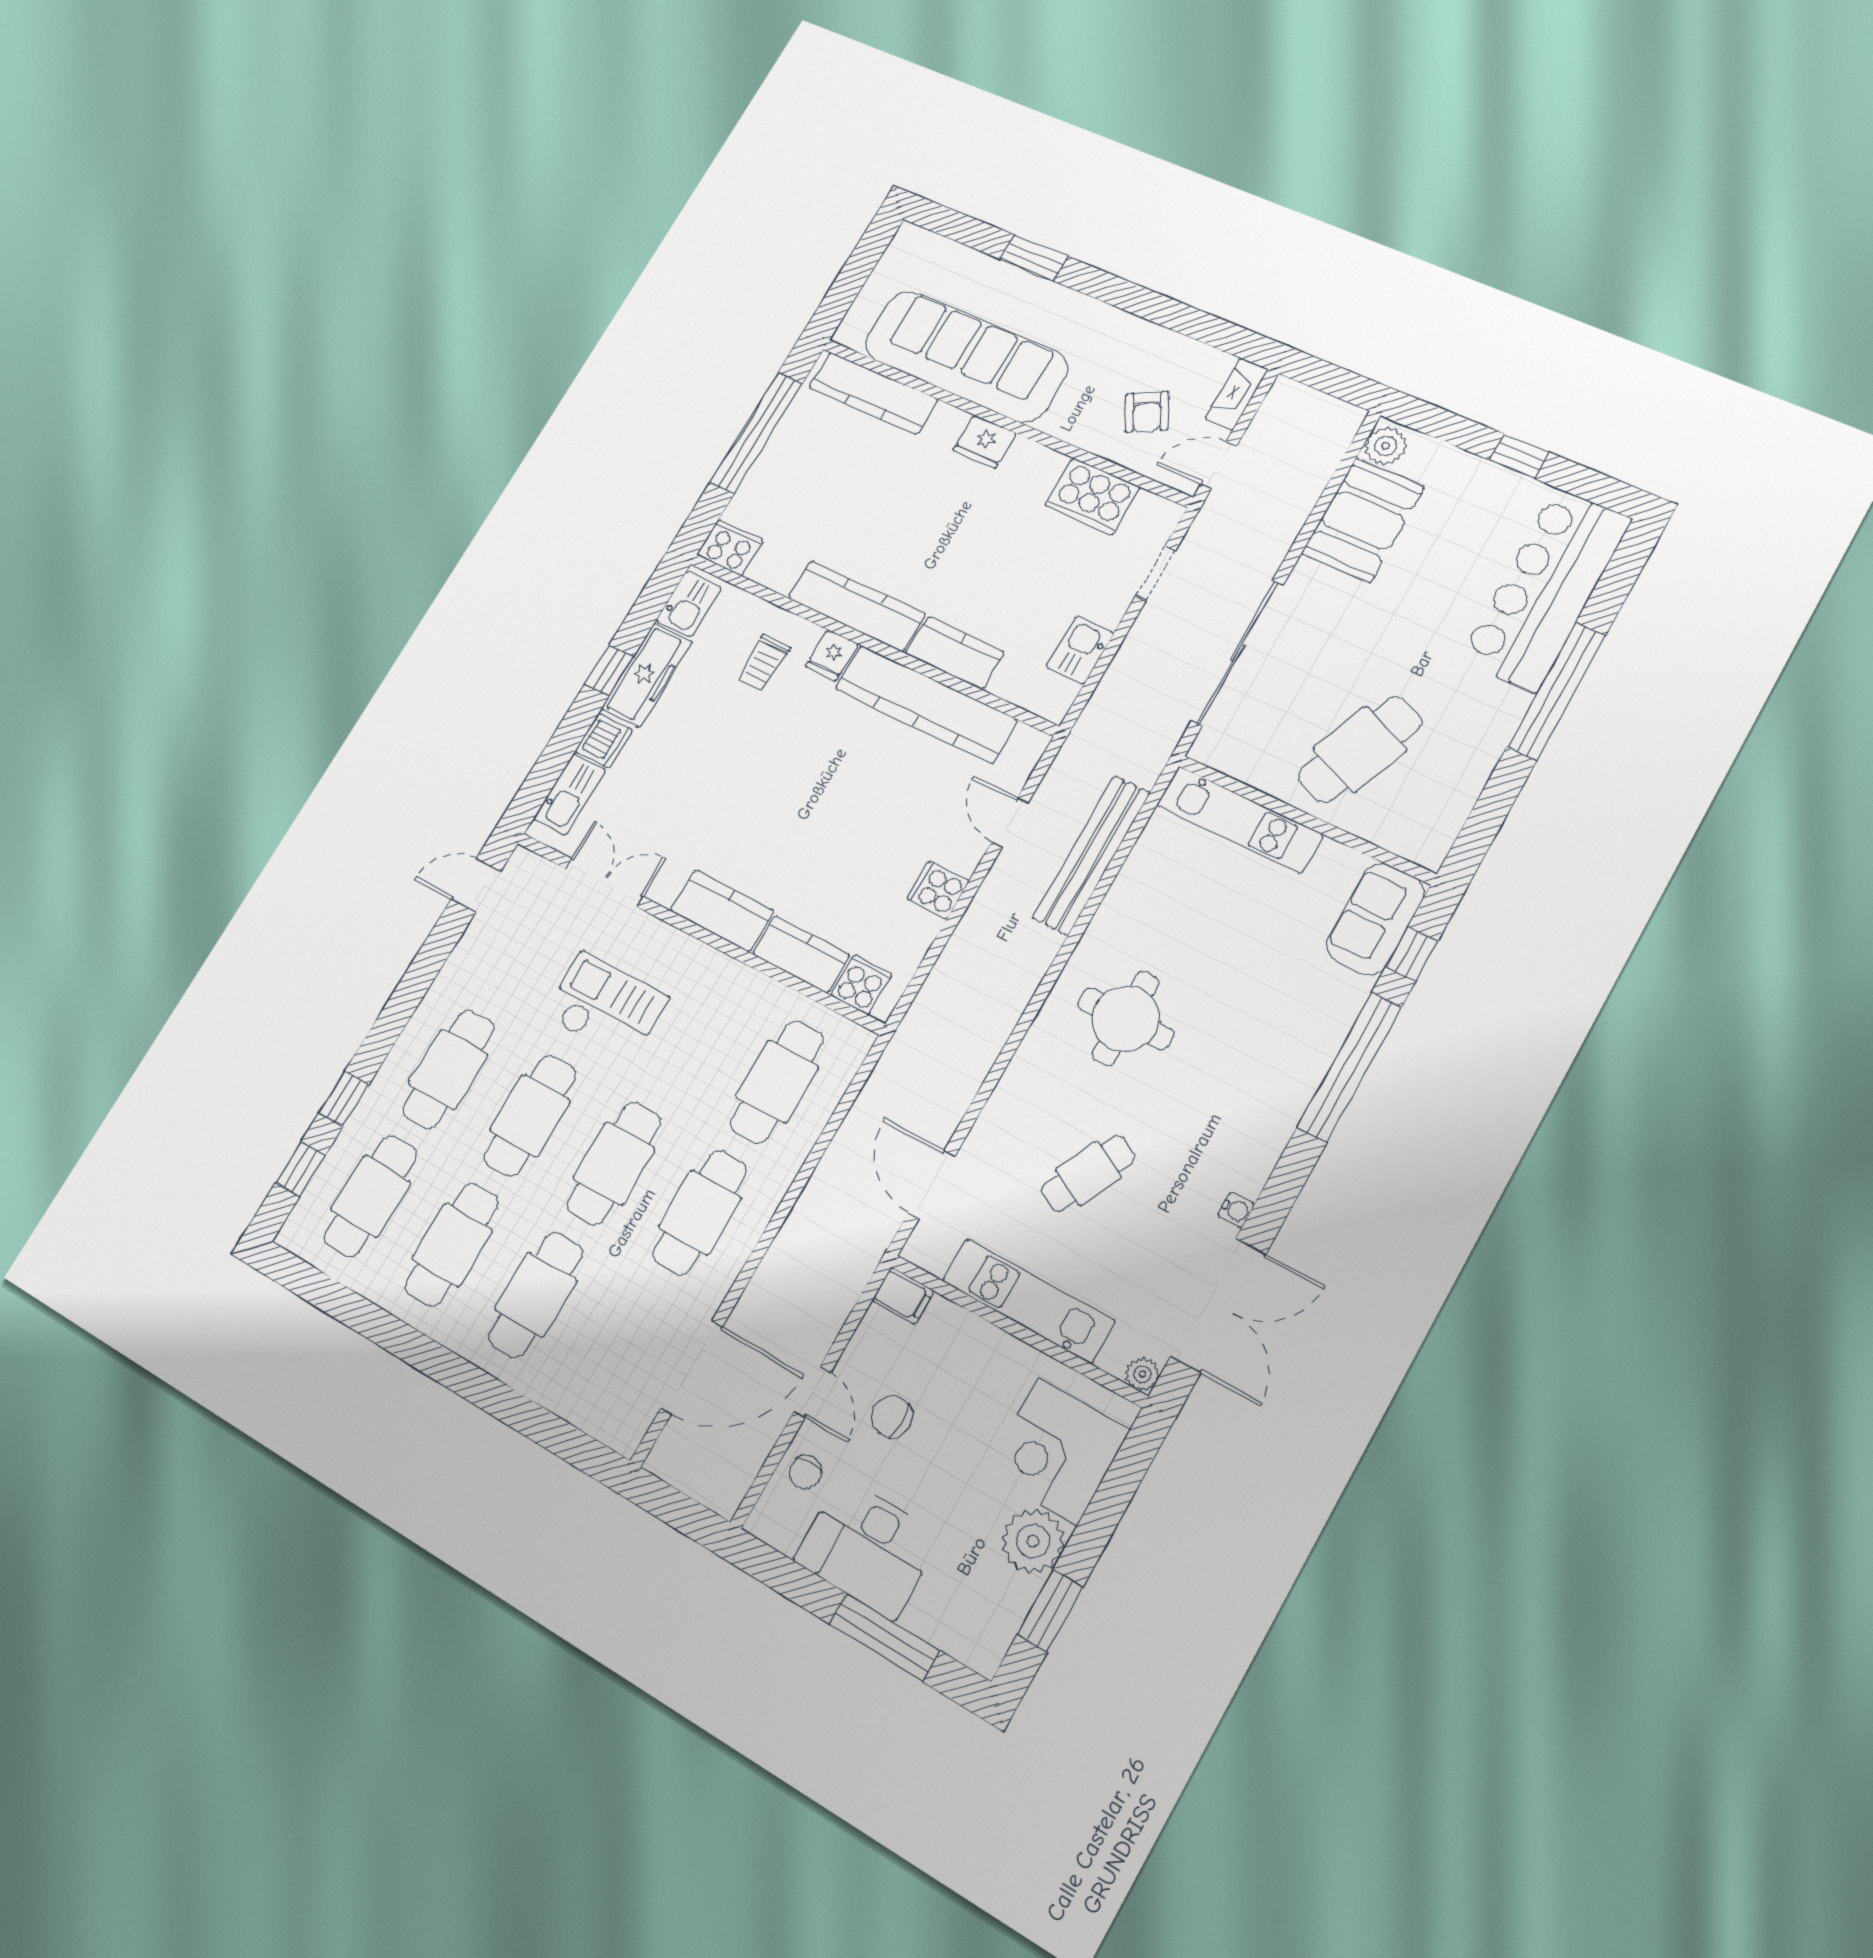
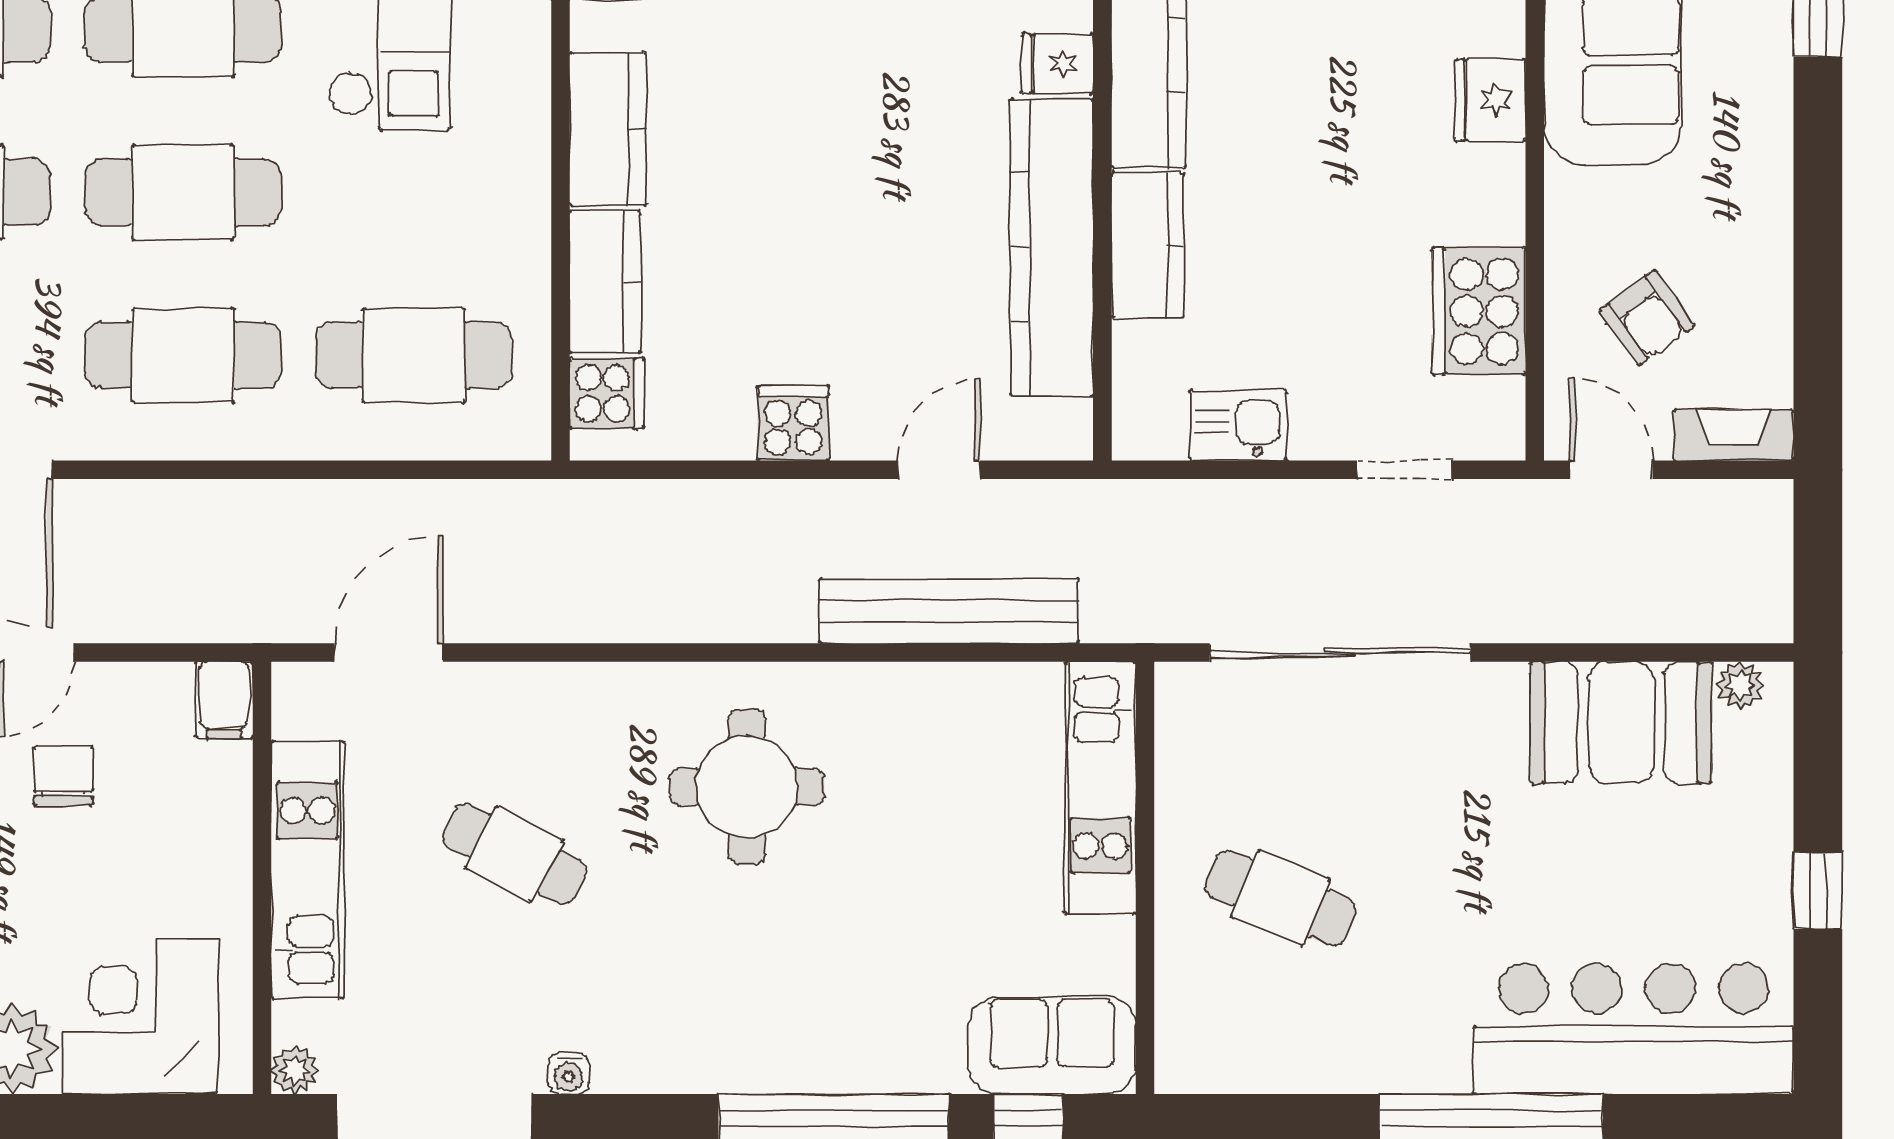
armchair: (1147, 412) -> (1647, 318), turned -98
plant: (1386, 446) -> (1740, 685), width x0.73, depth x0.73
cafe table: (1360, 749) -> (1280, 898), width x0.73, depth x0.74

